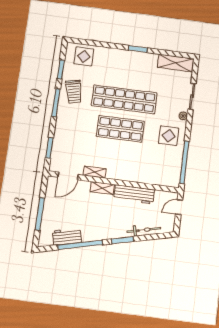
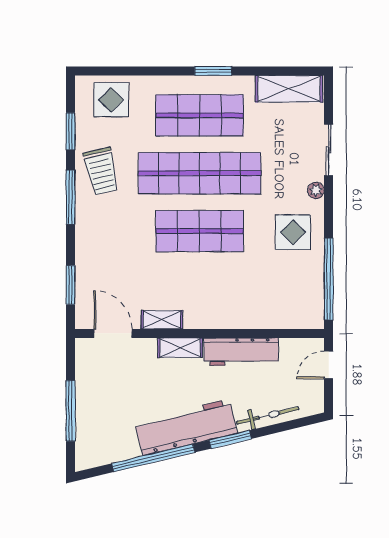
shop shelf: (128, 70) -> (200, 115), added
door: (68, 176) -> (113, 333), swing flipped
workbench: (67, 237) -> (186, 427), moved, width x1.88, depth x1.32

